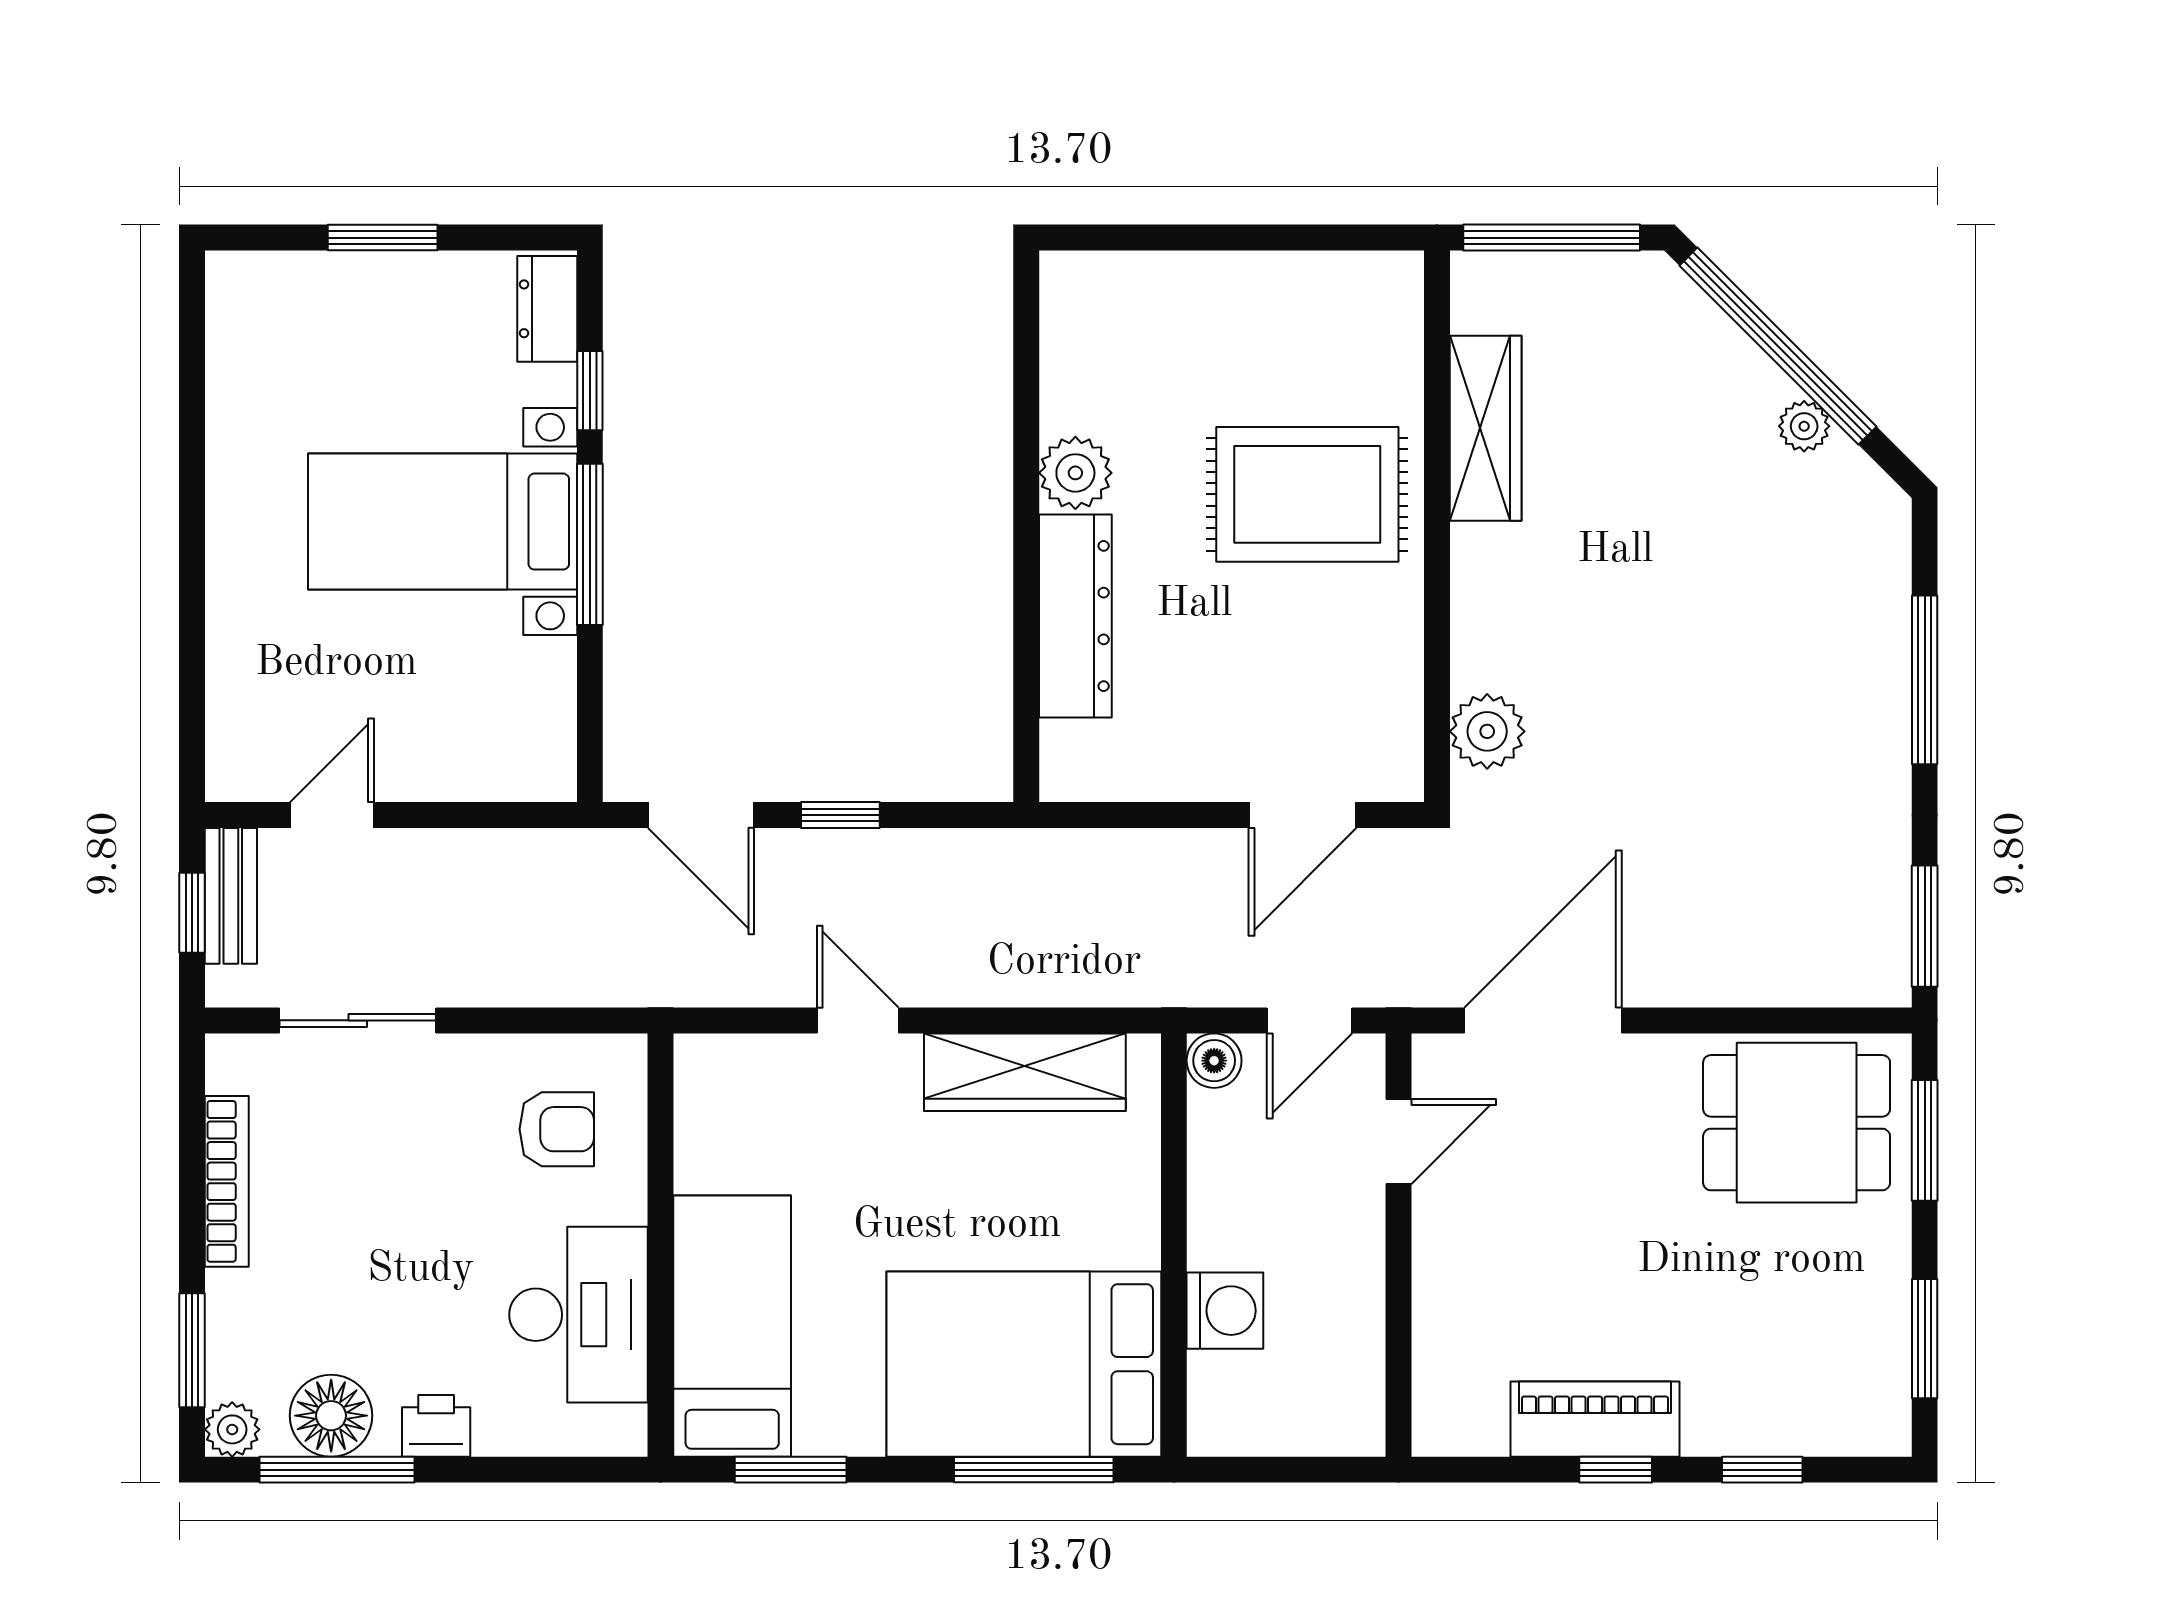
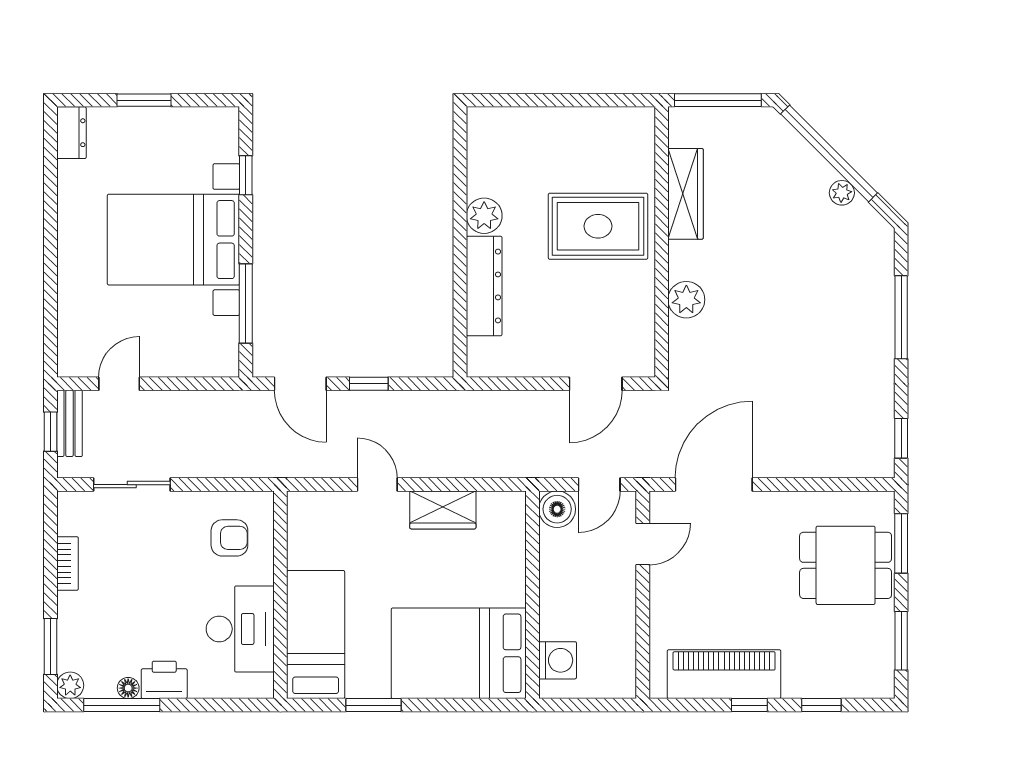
dresser: (547, 309) -> (71, 133), moved, turned 180
bed with nightstands: (443, 522) -> (173, 240), width x1.36
window: (590, 544) -> (246, 303), moved
plant: (1487, 731) -> (686, 300), moved
window: (1925, 926) -> (901, 438), width x0.67
boiler: (1214, 1061) -> (557, 509), width x1.36, depth x1.36
wardrobe: (1025, 1072) -> (443, 510), width x0.67
dining table: (1797, 1123) -> (846, 565), moved
bookcase: (227, 1181) -> (68, 564), width x0.64
washing machine: (1225, 1311) -> (558, 660), moved
floor lamp: (331, 1416) -> (128, 688), width x0.53, depth x0.53
piano: (1595, 1419) -> (724, 674), width x1.37, depth x1.33
printer: (436, 1426) -> (164, 680), width x1.36, depth x1.24
window: (791, 1470) -> (374, 705), moved
window: (1034, 1470) -> (464, 705), removed

